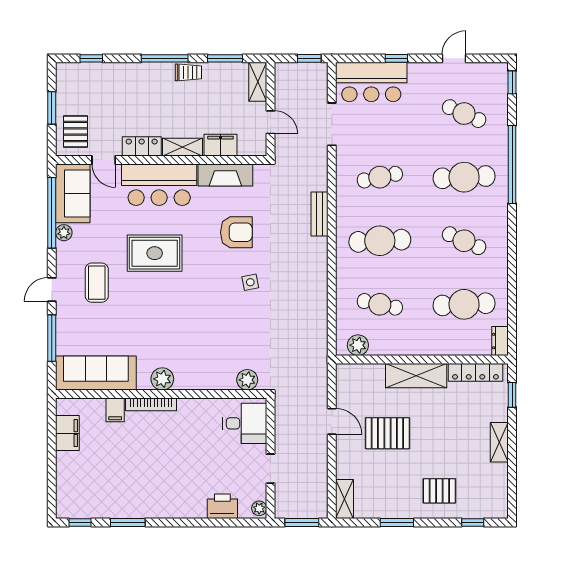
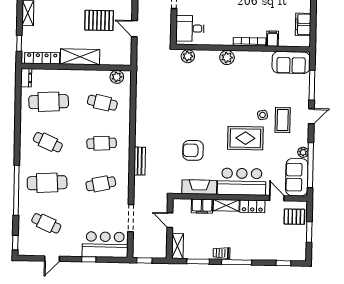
pallet: (76, 131) -> (294, 217), turned 90
cafe table: (380, 241) -> (102, 143), width x0.73, depth x0.74
side table: (250, 282) -> (263, 115), moved
sofa: (96, 373) -> (291, 62), width x0.73
plant: (162, 379) -> (227, 57), moved

